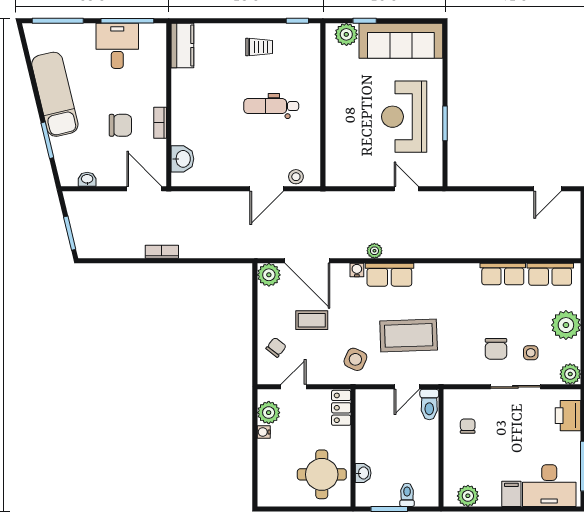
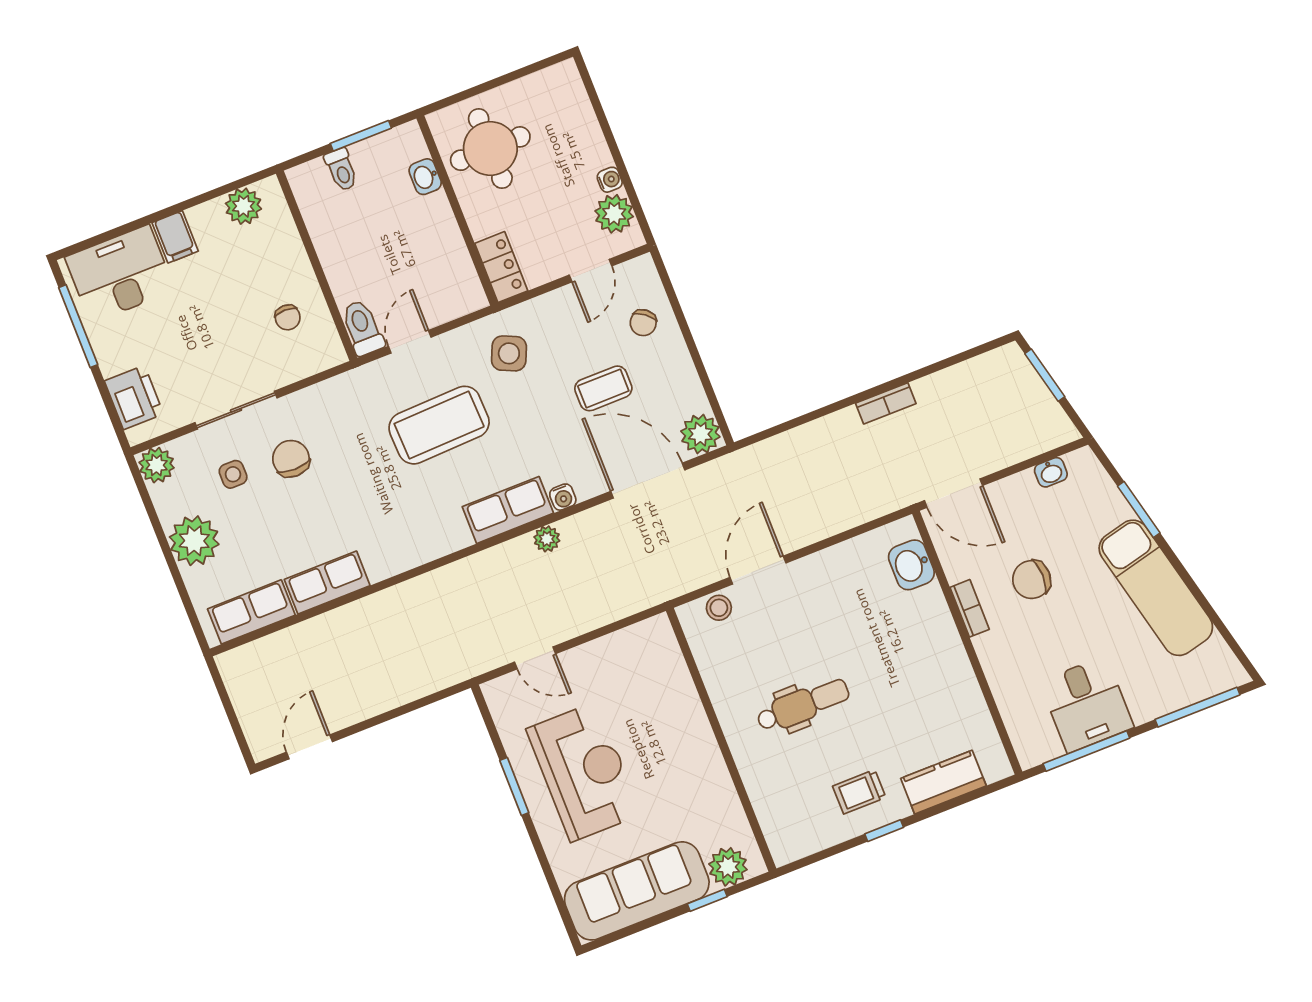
window: (297, 21) -> (884, 831), moved
kitchen counter: (182, 45) -> (943, 782), moved, turned 90

